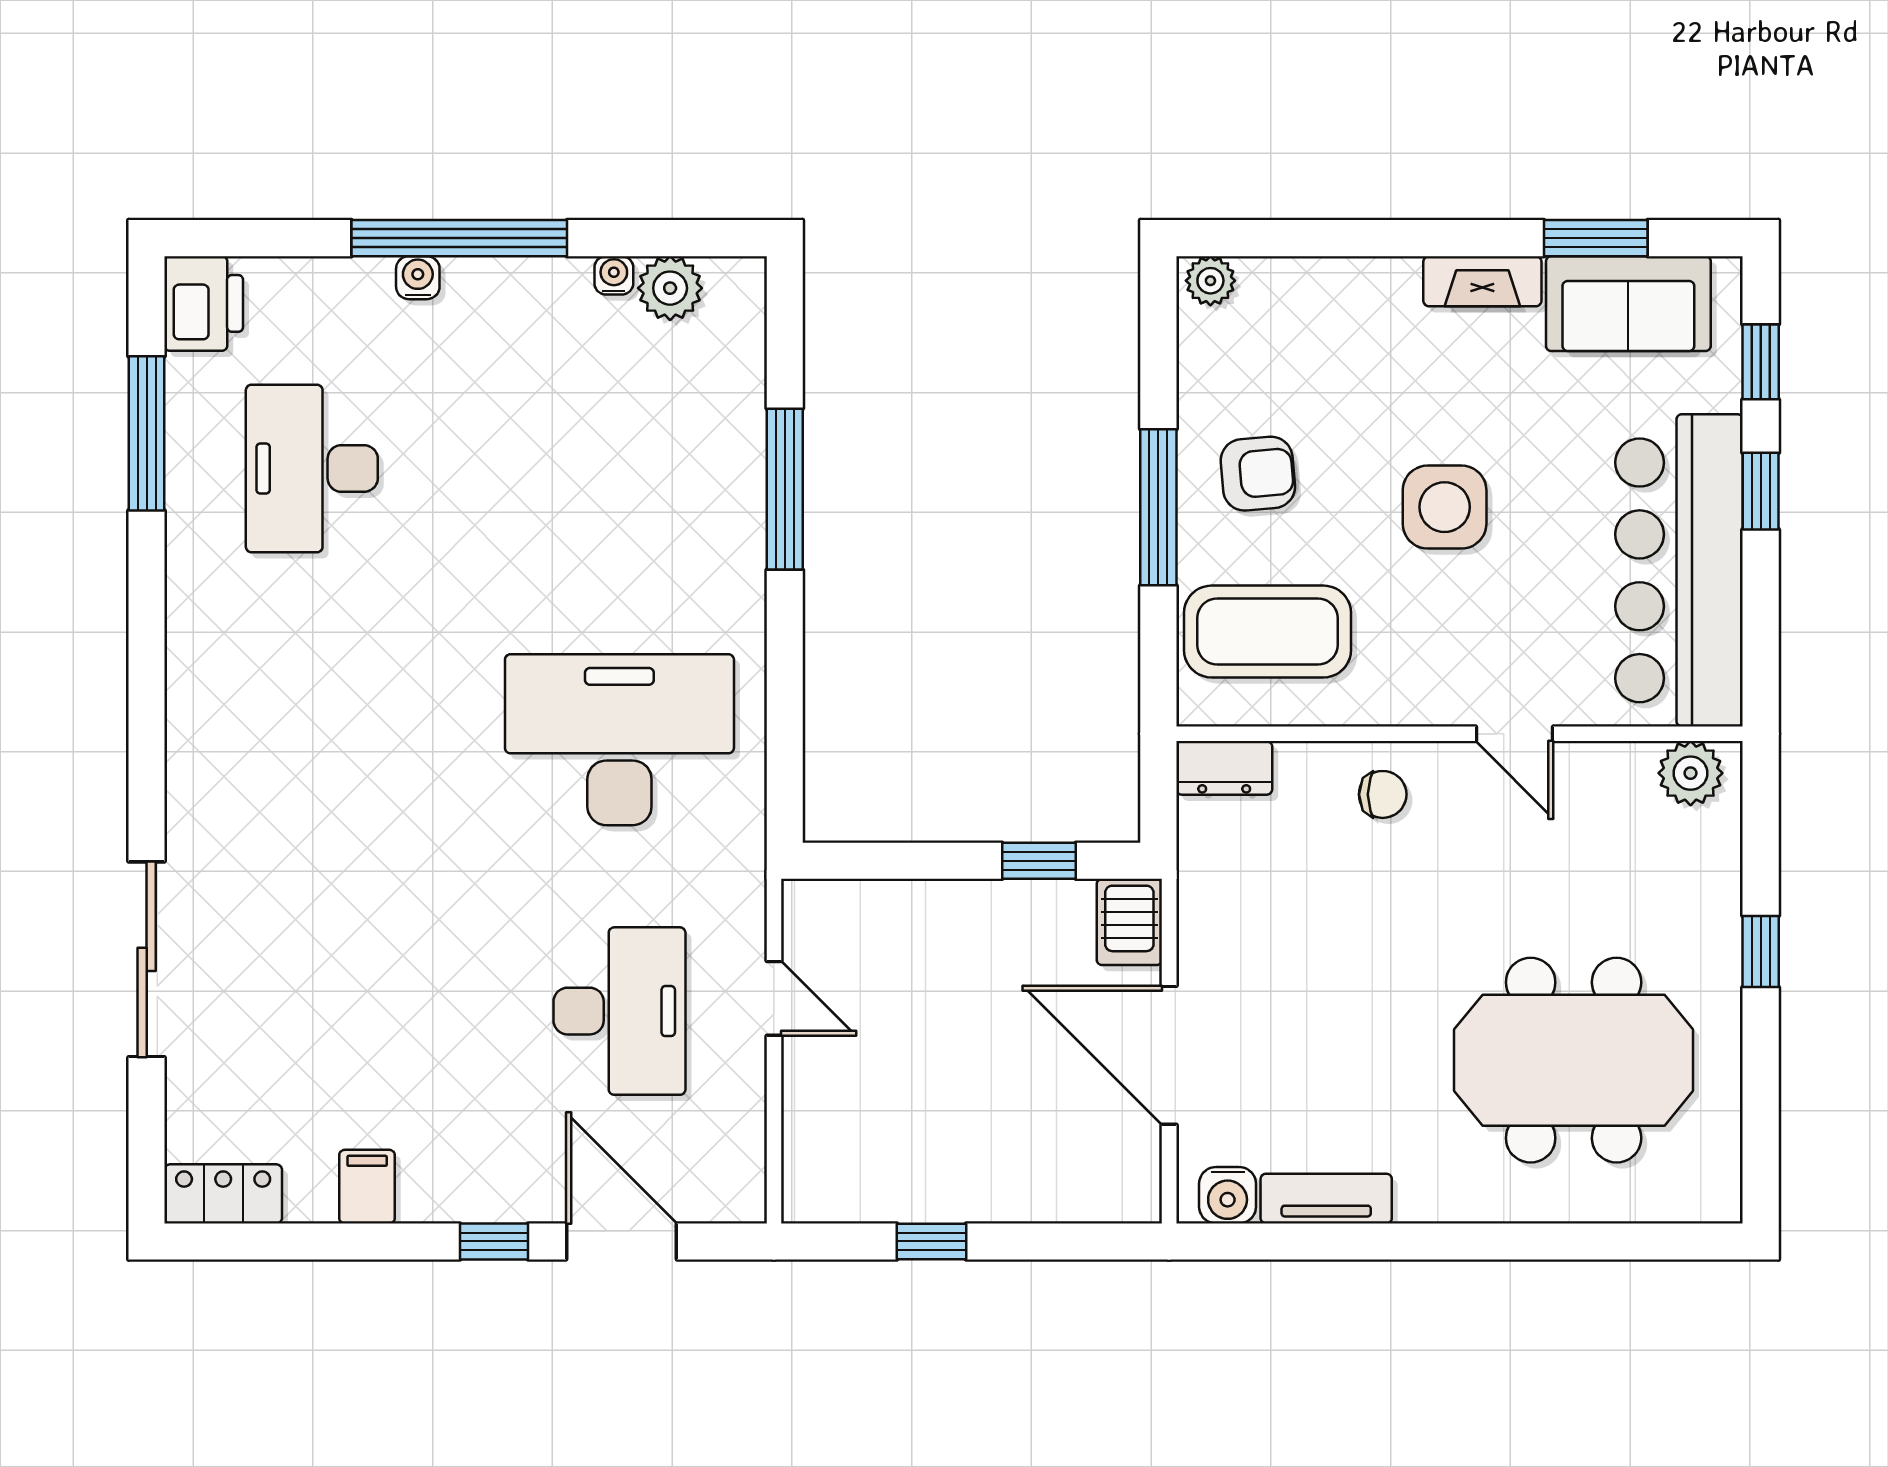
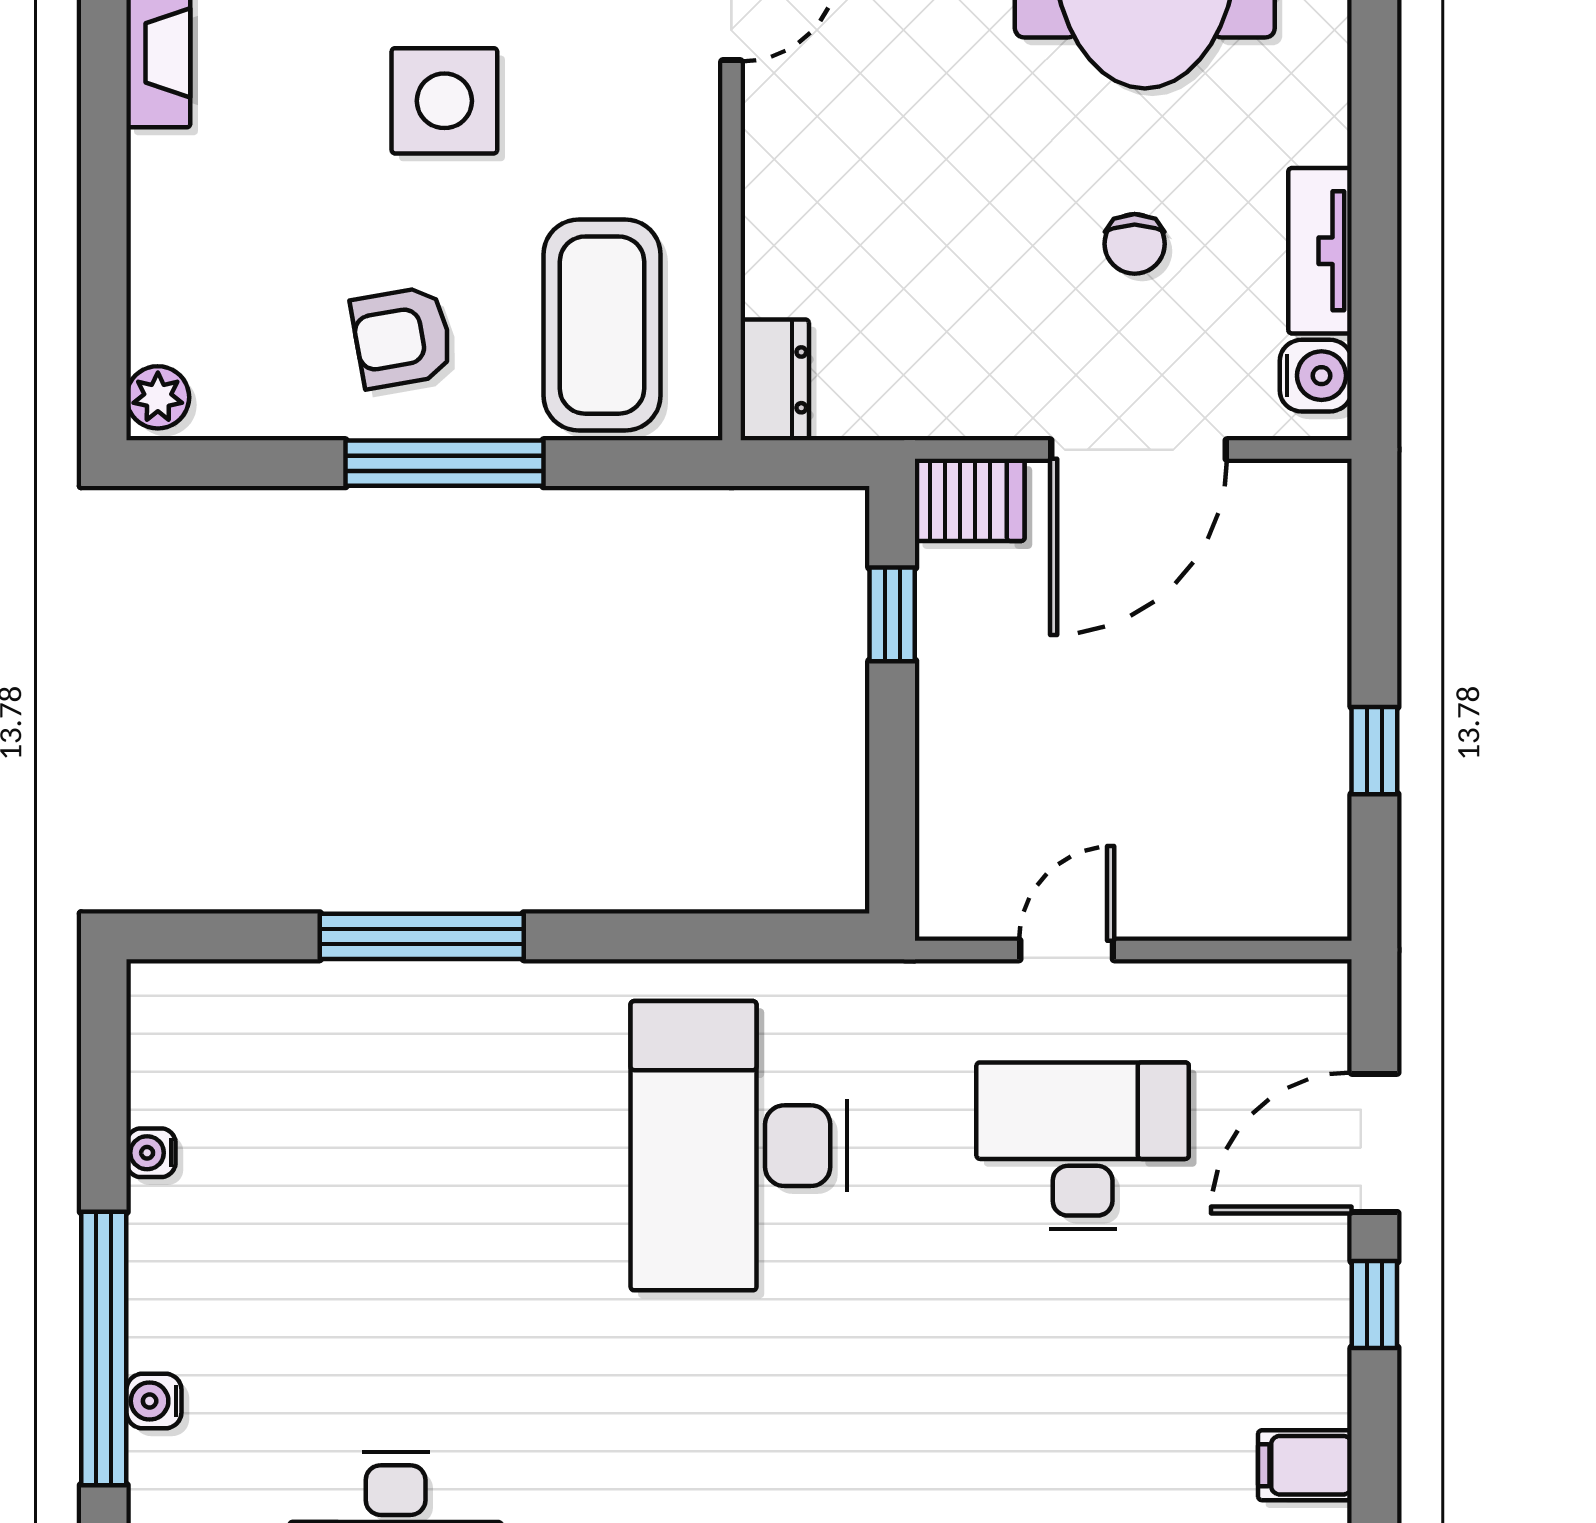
plant: (670, 288) -> (167, 1082), removed
armchair: (1258, 474) -> (402, 337), turned -95
chair: (1383, 794) -> (1135, 244), moved, turned 180

